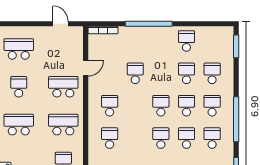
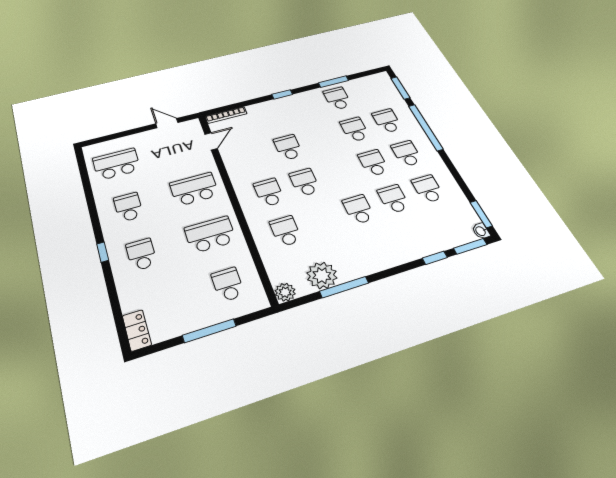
window: (149, 24) -> (282, 94), width x0.32
window: (190, 24) -> (333, 82), added
door: (86, 68) -> (211, 141), moved
school desk: (161, 106) -> (305, 182), moved
window: (236, 119) -> (426, 127), moved
school desk: (19, 125) -> (141, 255), width x0.54

